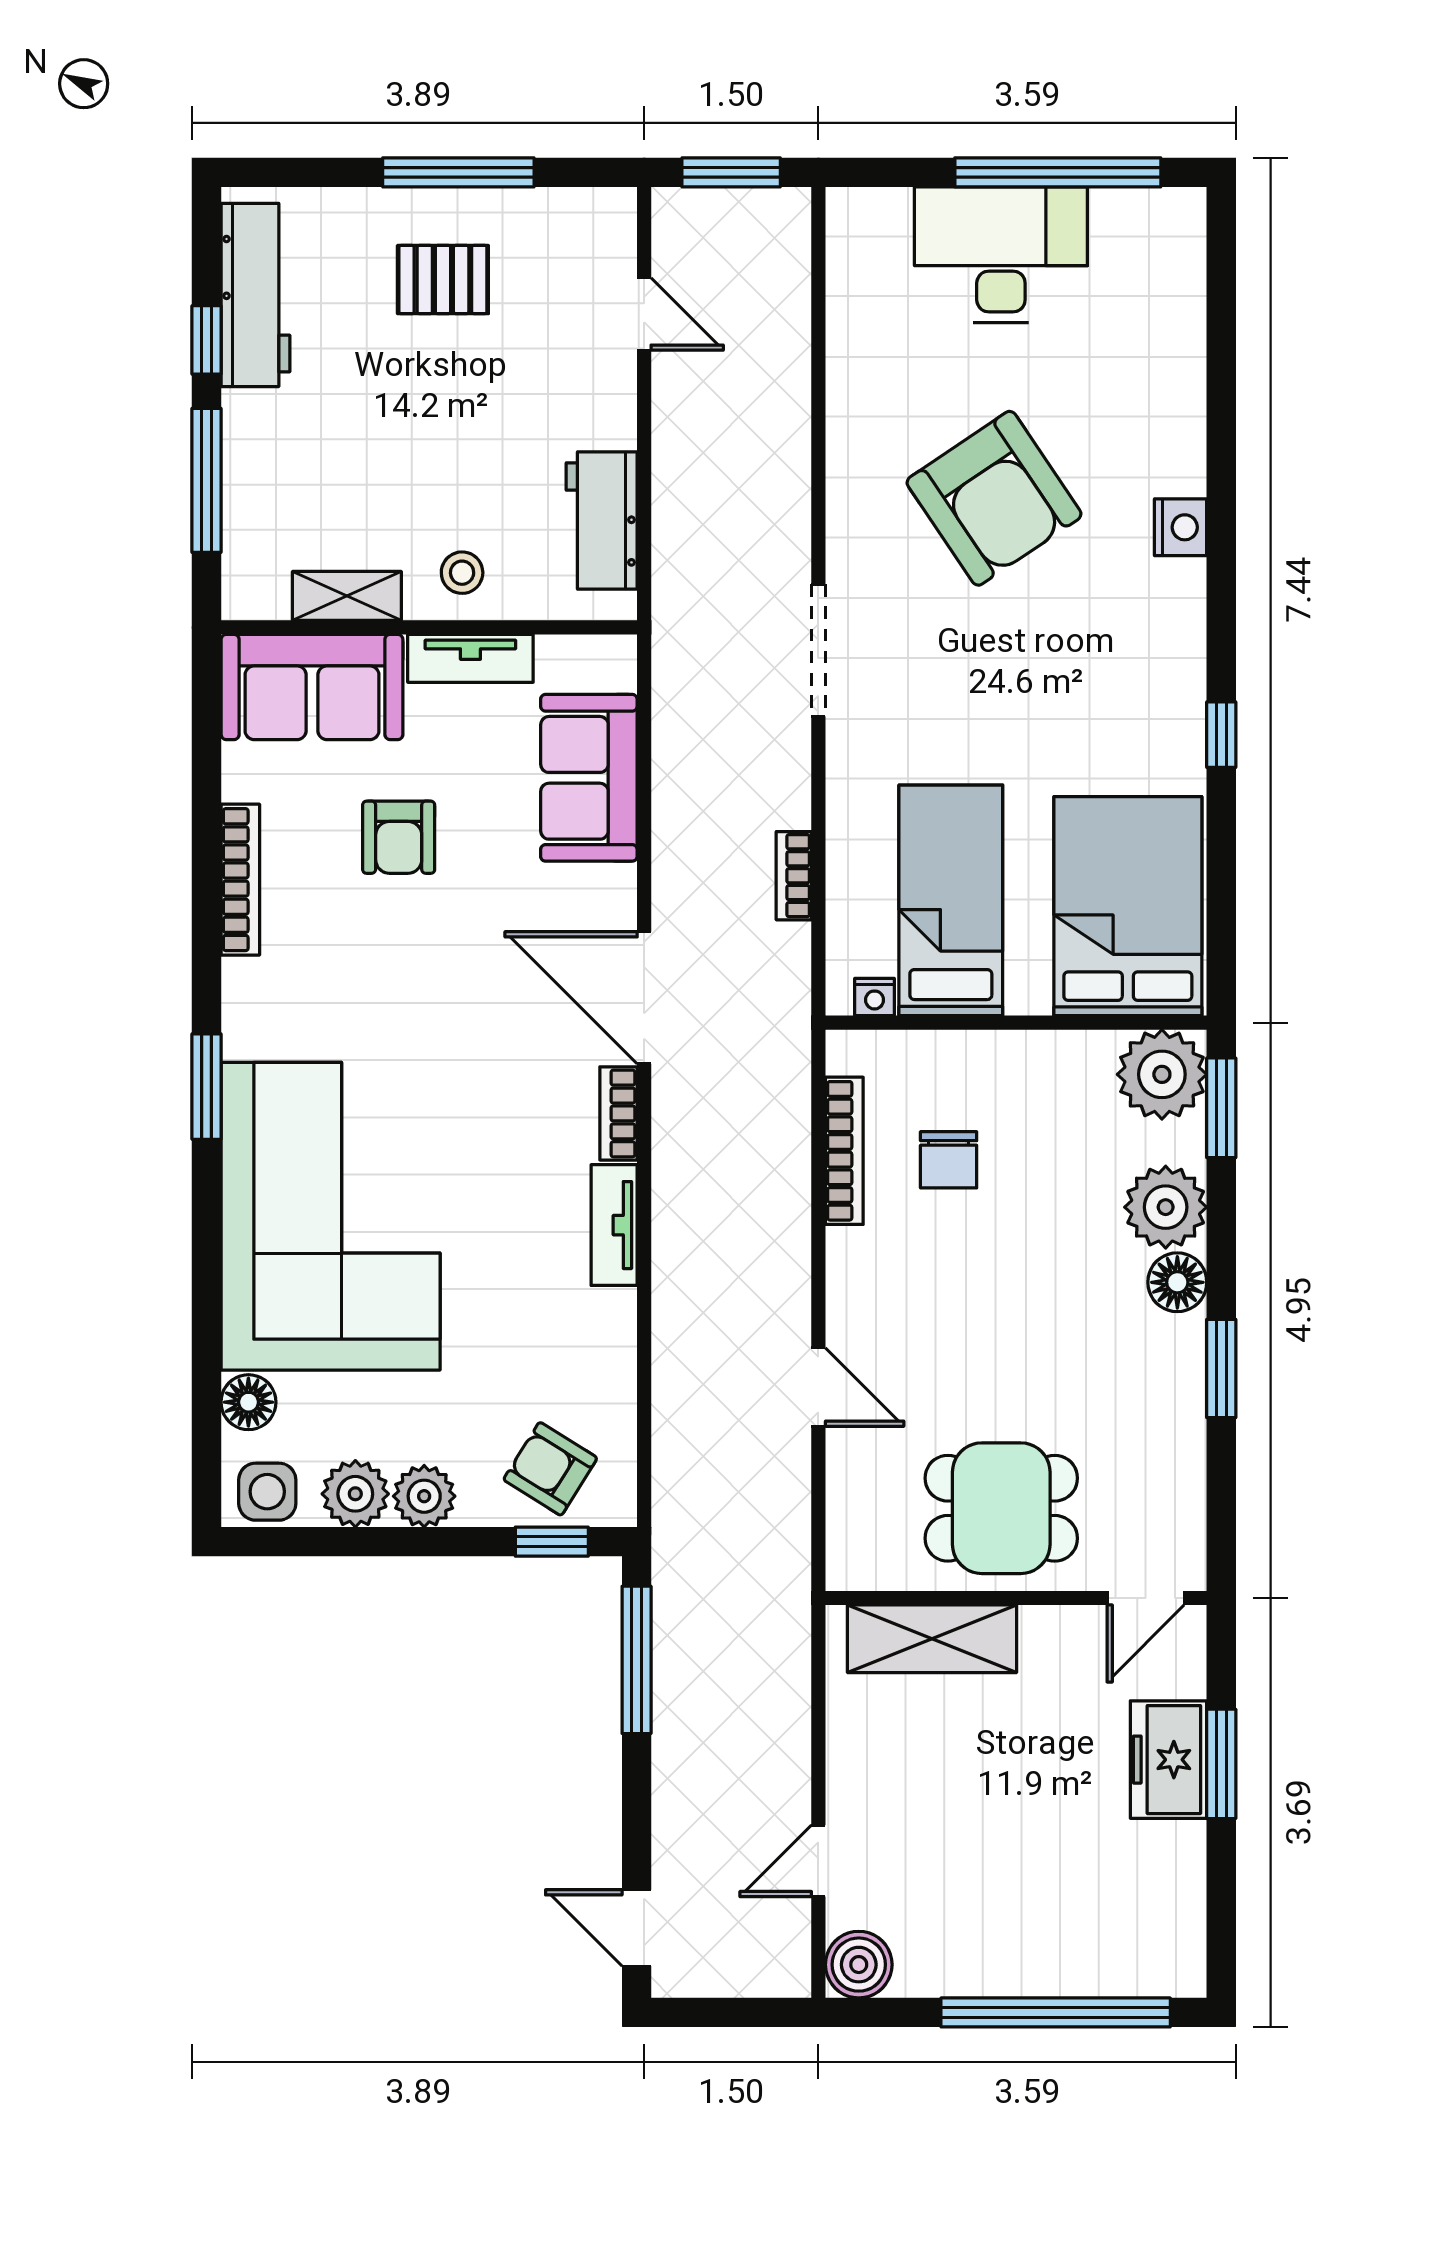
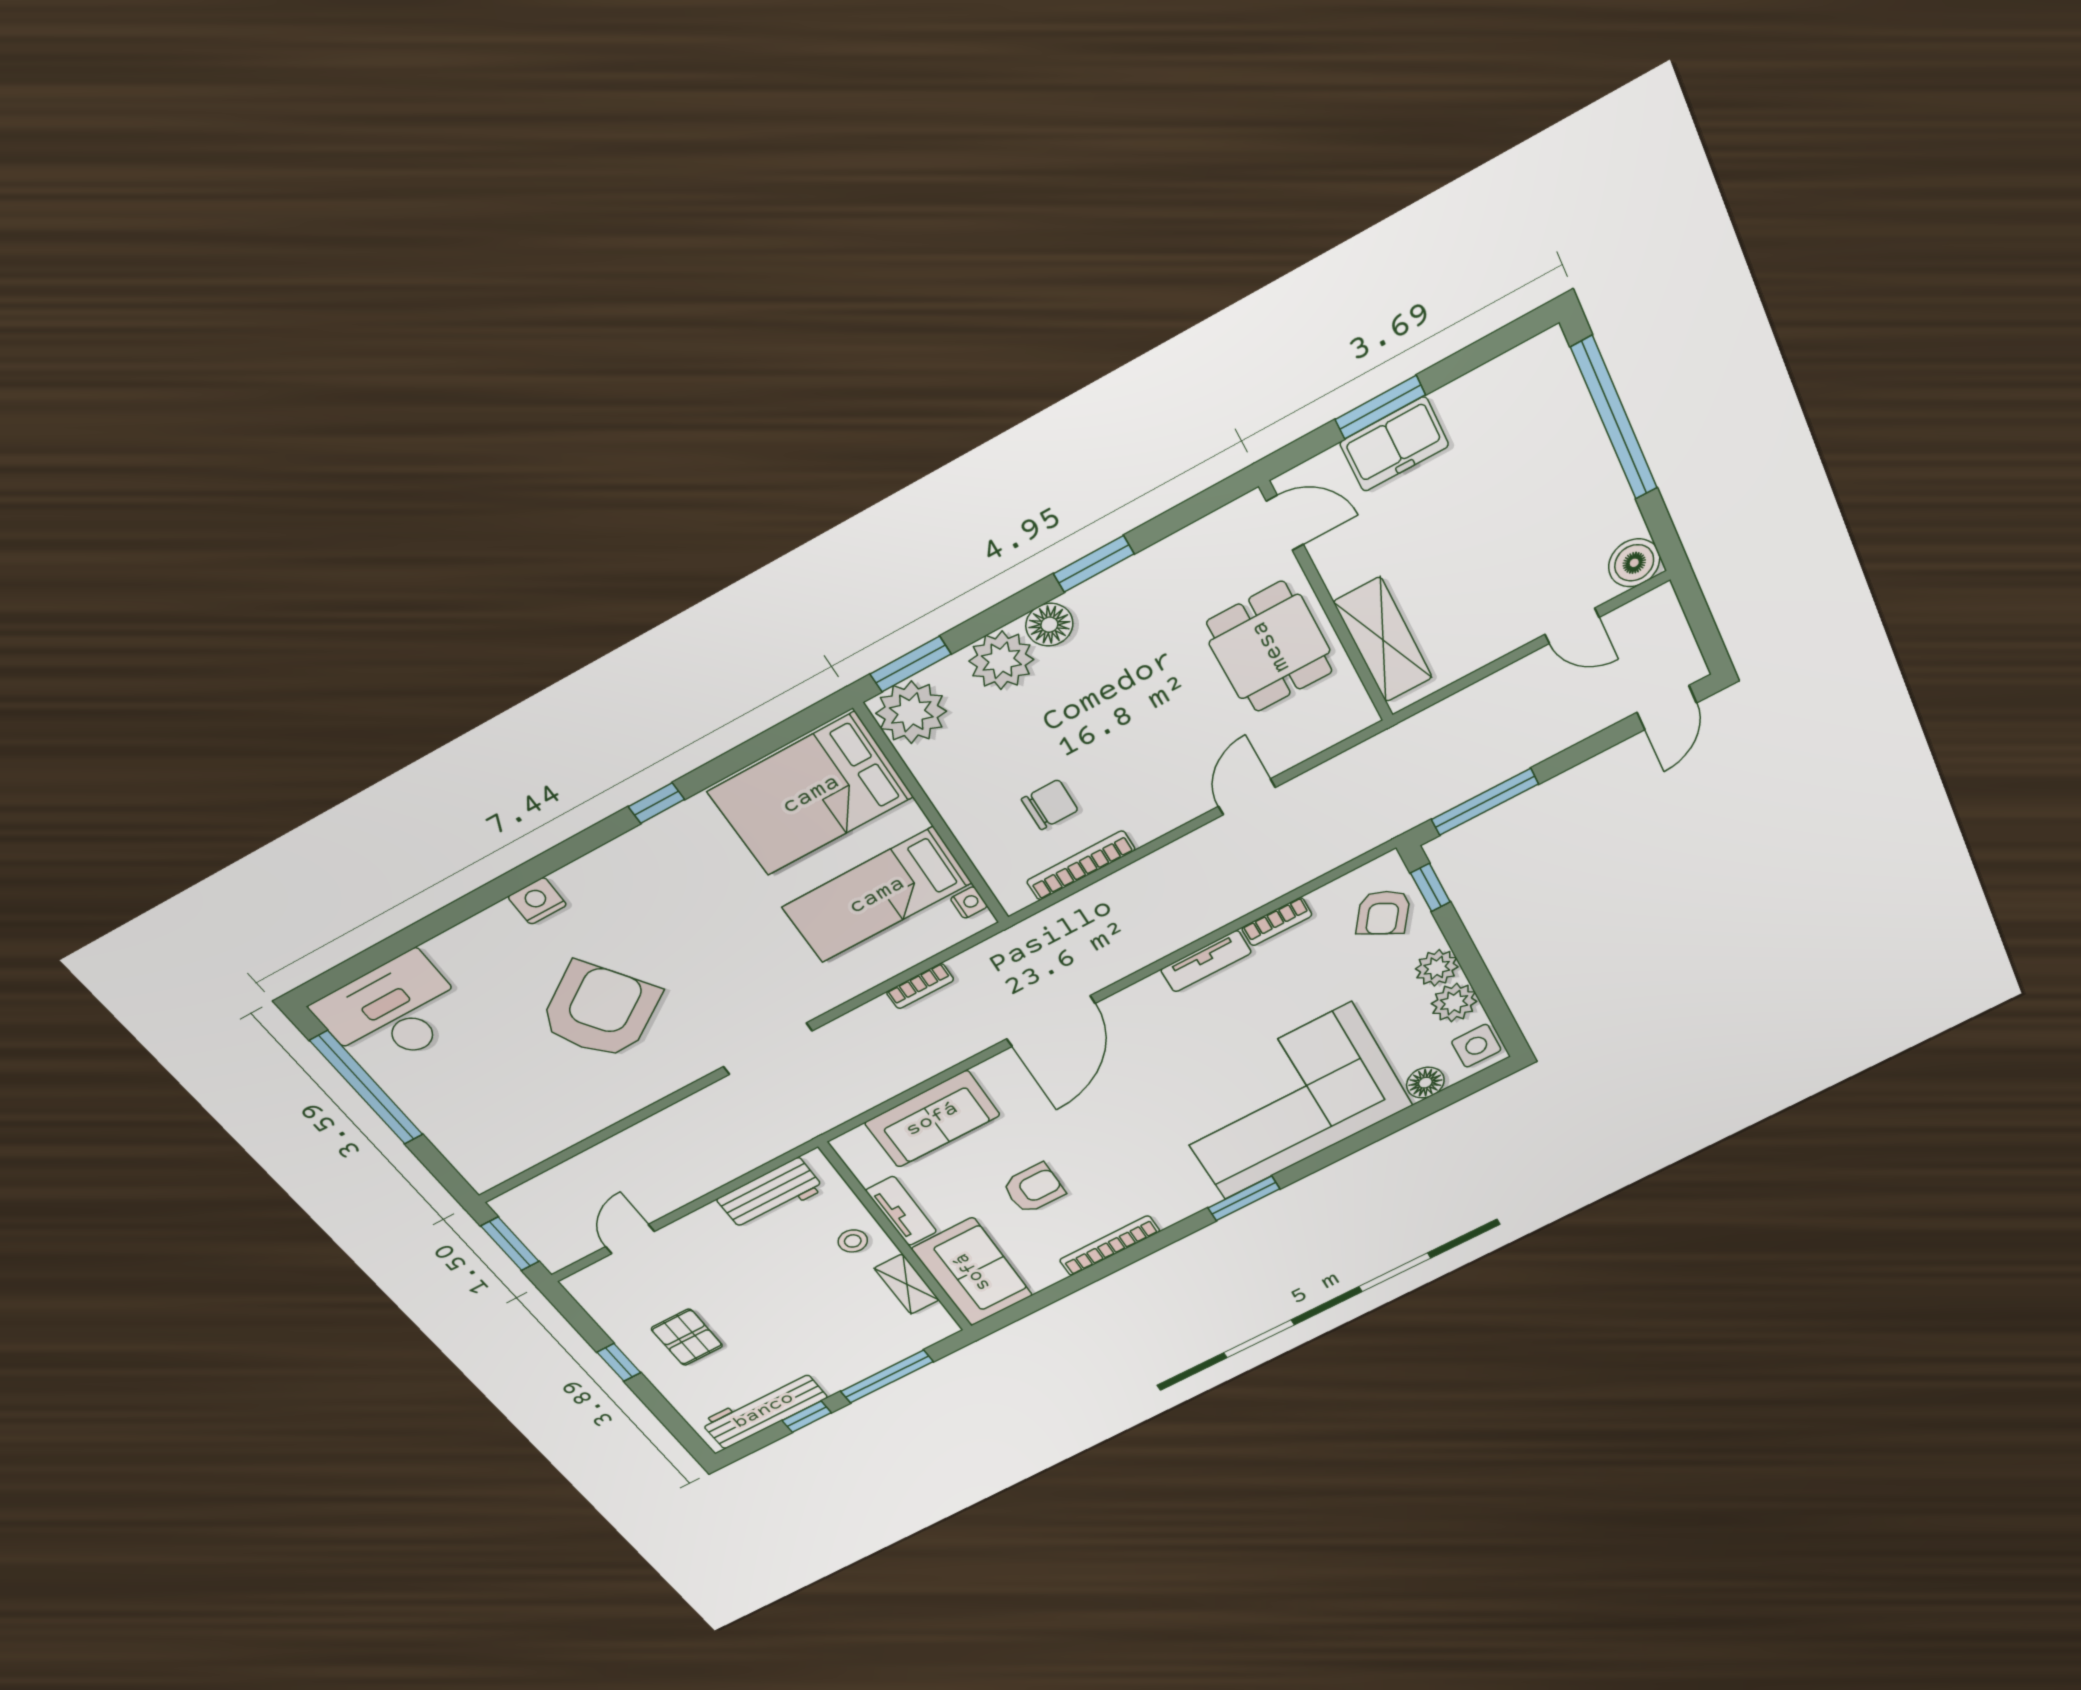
window: (458, 172) -> (619, 1362), width x0.46
desk: (1001, 255) -> (393, 1012), moved, turned 90
bookcase: (618, 1113) -> (1277, 922), moved

